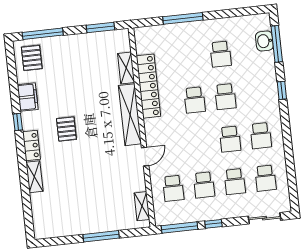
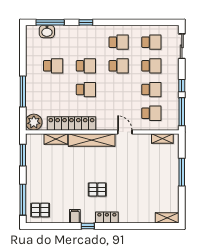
plant: (145, 37) -> (34, 122), added
filing cabinet: (28, 97) -> (75, 216), width x0.50
shelving: (34, 177) -> (167, 218), moved

